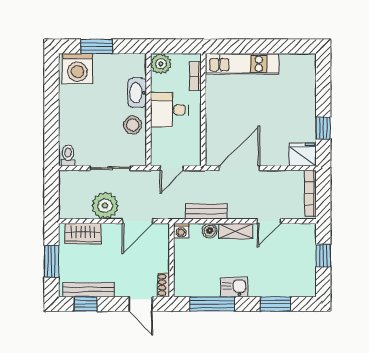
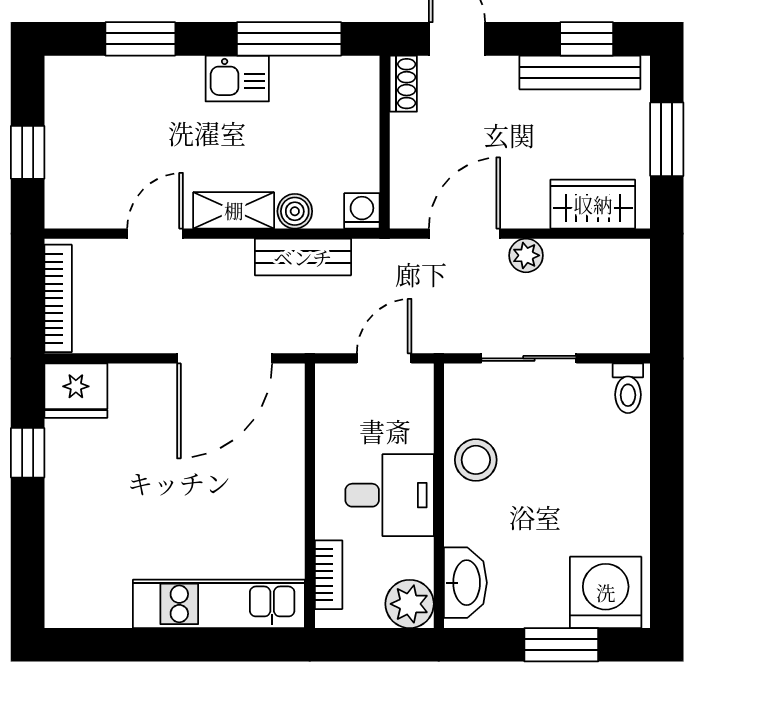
washbasin: (137, 93) -> (465, 583), moved
plant: (105, 206) -> (526, 255), width x0.53, depth x0.53

